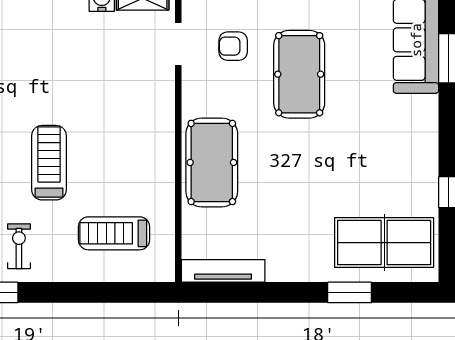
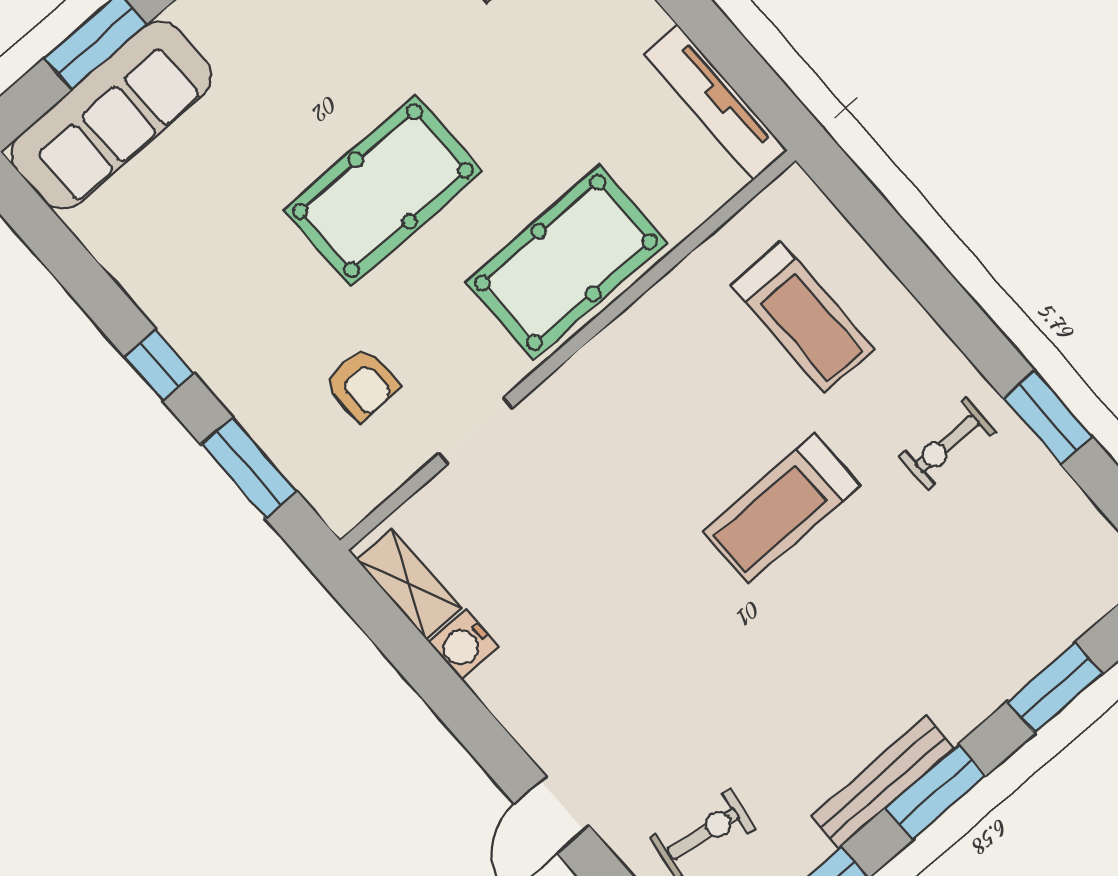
doorway: (178, 44) -> (476, 431), moved
pool table: (299, 74) -> (383, 191), moved

